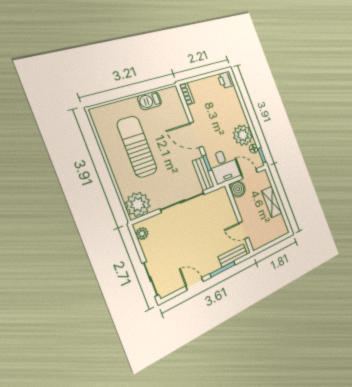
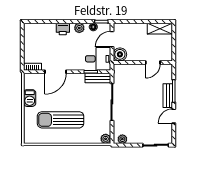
printer: (226, 80) -> (63, 29), moved
door: (196, 135) -> (56, 72), moved
plant: (243, 135) -> (79, 28), width x0.53, depth x0.53
shelving: (272, 202) -> (160, 29), moved
plant: (138, 204) -> (106, 139), width x0.53, depth x0.53
bench: (233, 255) -> (168, 96), moved

